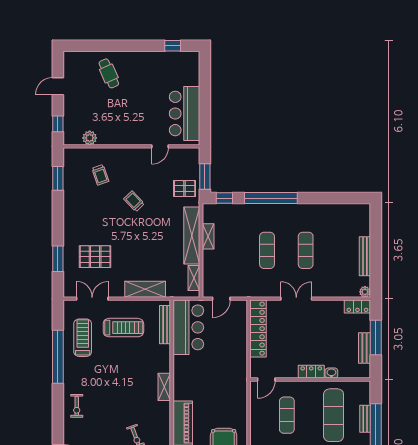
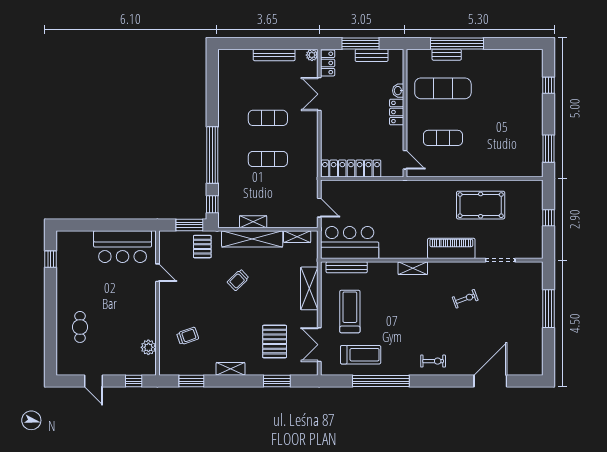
cafe table: (109, 73) -> (80, 327), turned -66
trolley: (134, 201) -> (238, 280), moved
shelving: (69, 215) -> (231, 369), added
double door: (296, 299) -> (319, 94), moved
treadmill: (83, 338) -> (361, 355), turned 180

